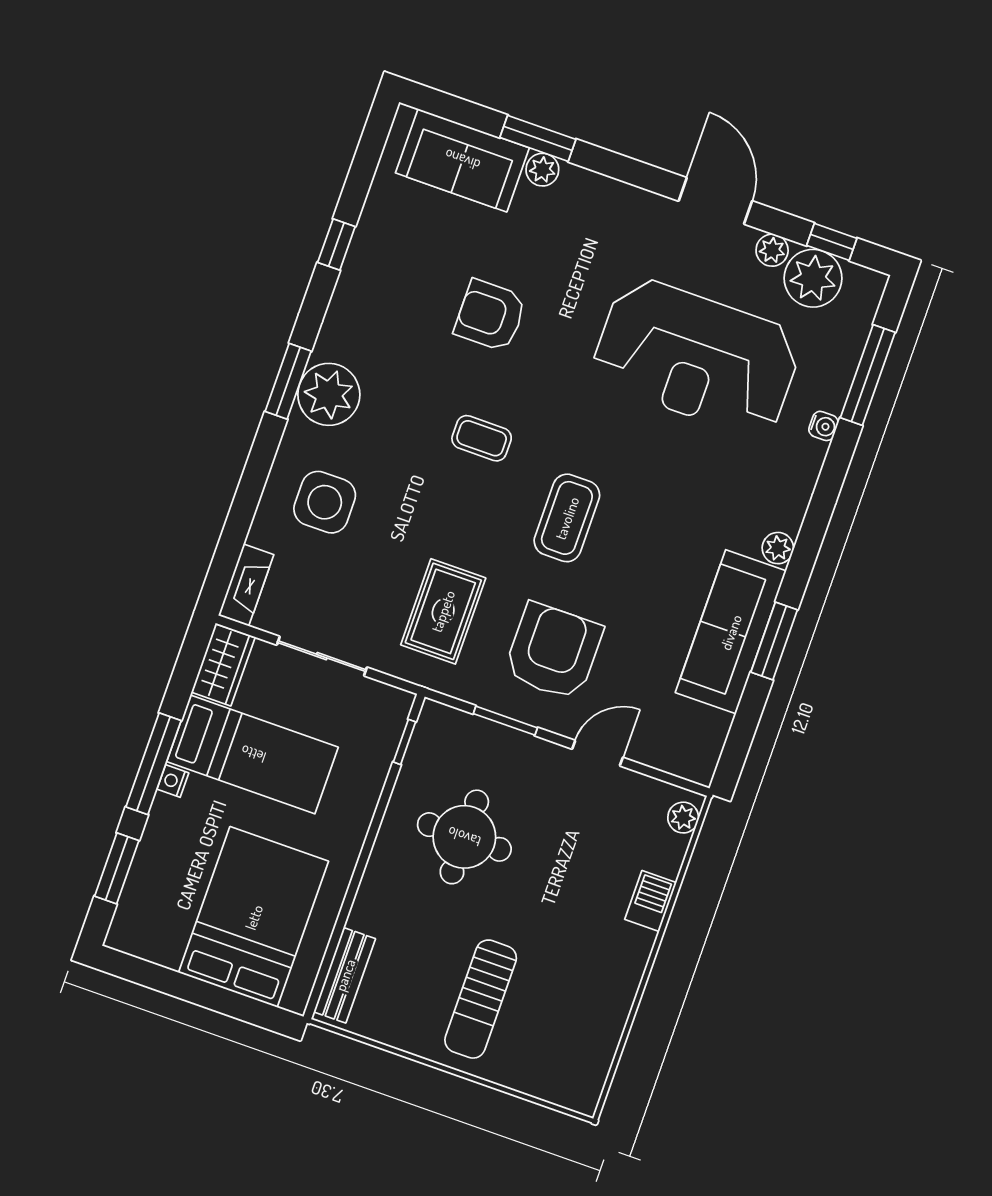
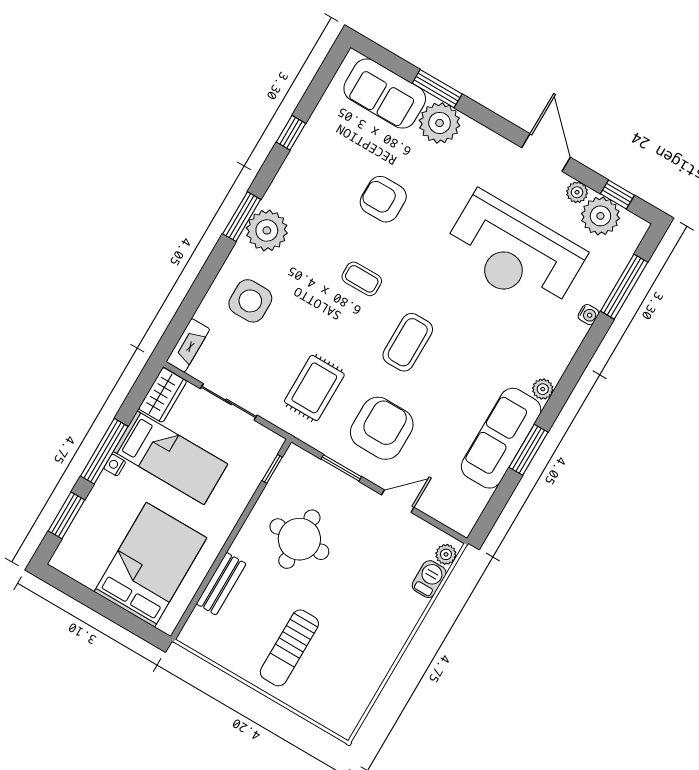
plant: (542, 170) -> (440, 123), width x1.88, depth x1.88
barbecue: (651, 901) -> (429, 579), moved
bench: (345, 975) -> (221, 584), moved

